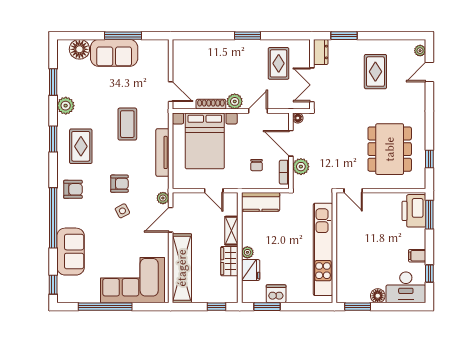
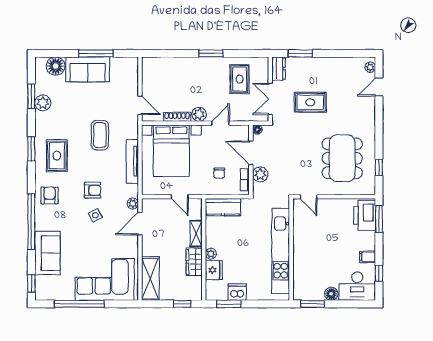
rug: (375, 72) -> (310, 102), moved, turned 90
plant: (66, 106) -> (43, 103), moved
armchair: (73, 189) -> (50, 195), turned -90
shelving: (182, 268) -> (150, 279), width x0.68

